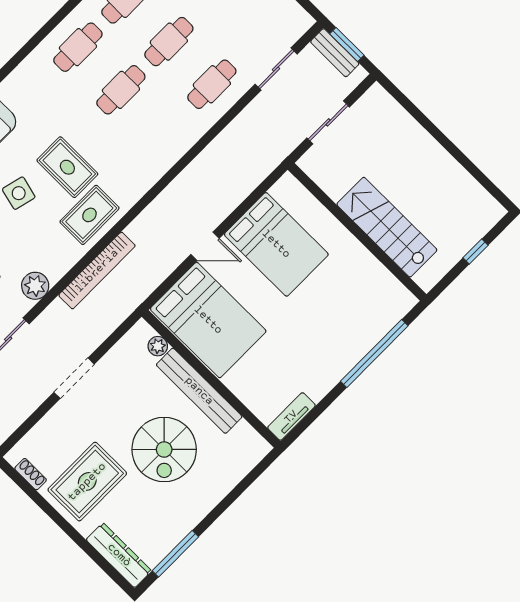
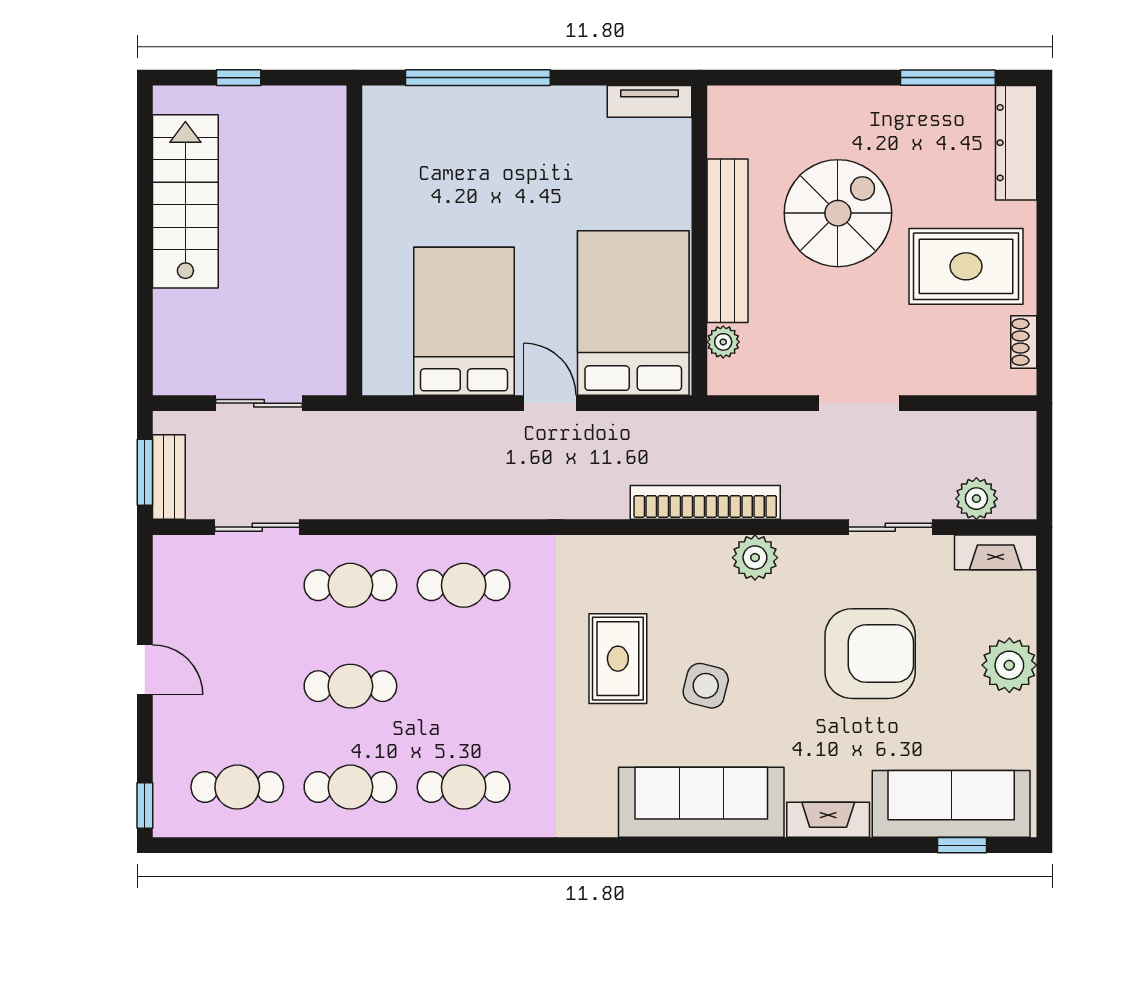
cafe table: (121, 90) -> (464, 585), moved
rug: (89, 215) -> (648, 577), removed
stairs: (387, 227) -> (185, 201), moved, turned 180
plant: (35, 286) -> (755, 558), moved

